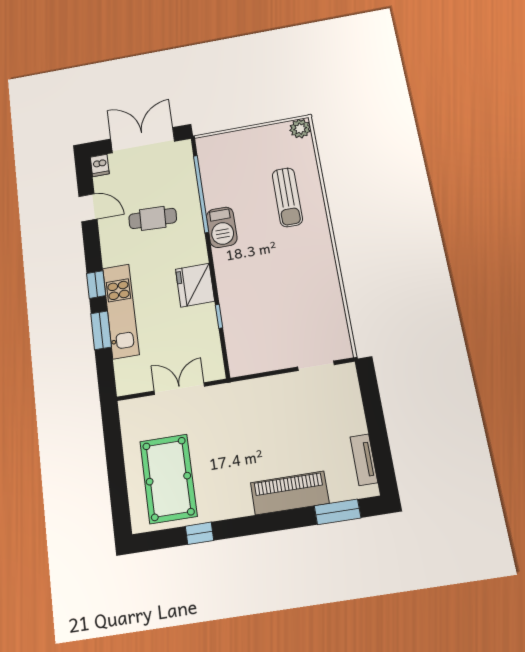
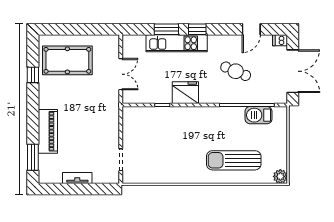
sun lounger: (287, 197) -> (234, 160), width x1.36, depth x1.34
cafe table: (153, 218) -> (236, 71), turned -69
barbecue: (222, 227) -> (258, 115), moved
tv unit: (364, 460) -> (77, 178), moved

